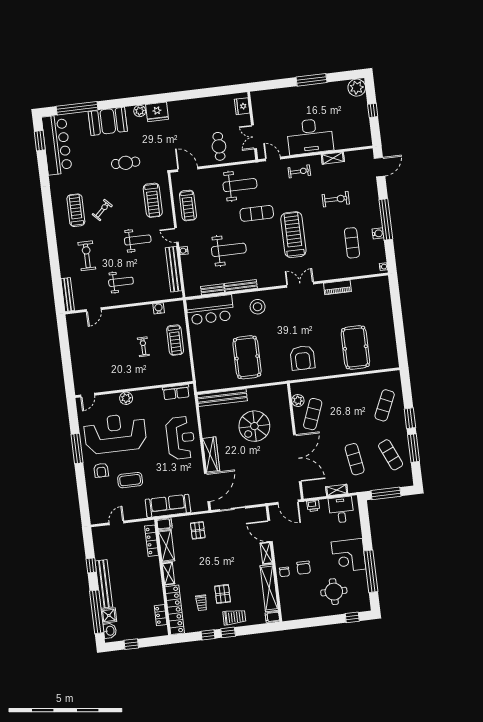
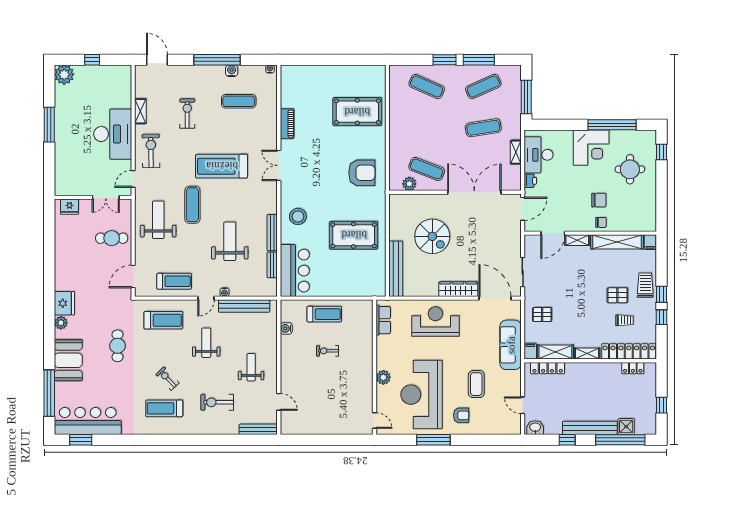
exercise bike: (299, 171) -> (151, 151), width x1.38, depth x1.39
desk: (341, 510) -> (539, 155), width x1.37
washbasin: (110, 631) -> (535, 428), moved

